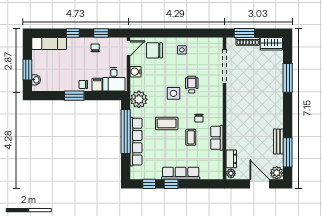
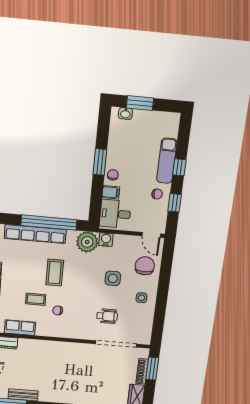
exam couch: (49, 44) -> (167, 161), moved
water cooler: (135, 72) -> (106, 240), moved
wheelchair: (192, 85) -> (107, 316), moved
side table: (173, 93) -> (113, 278), moved
row of seats: (217, 138) -> (20, 328), moved

